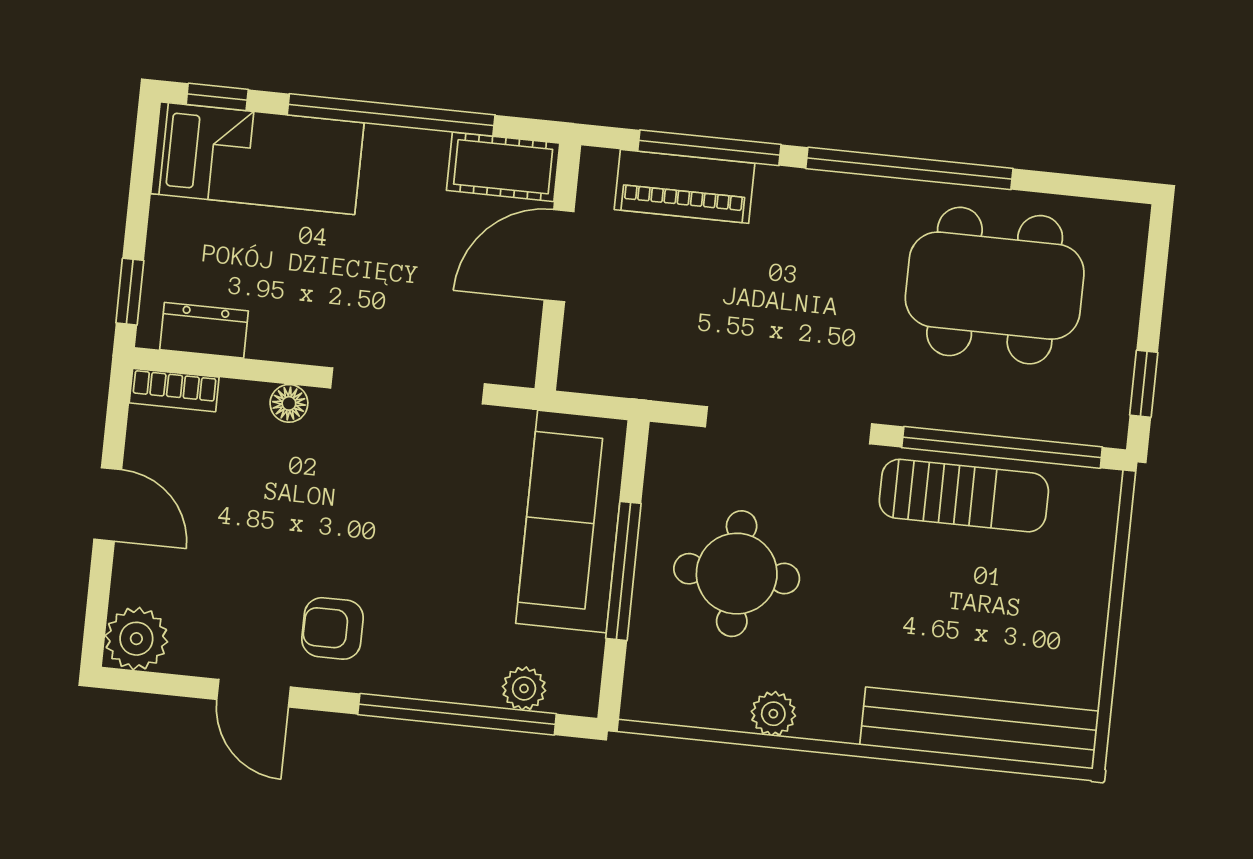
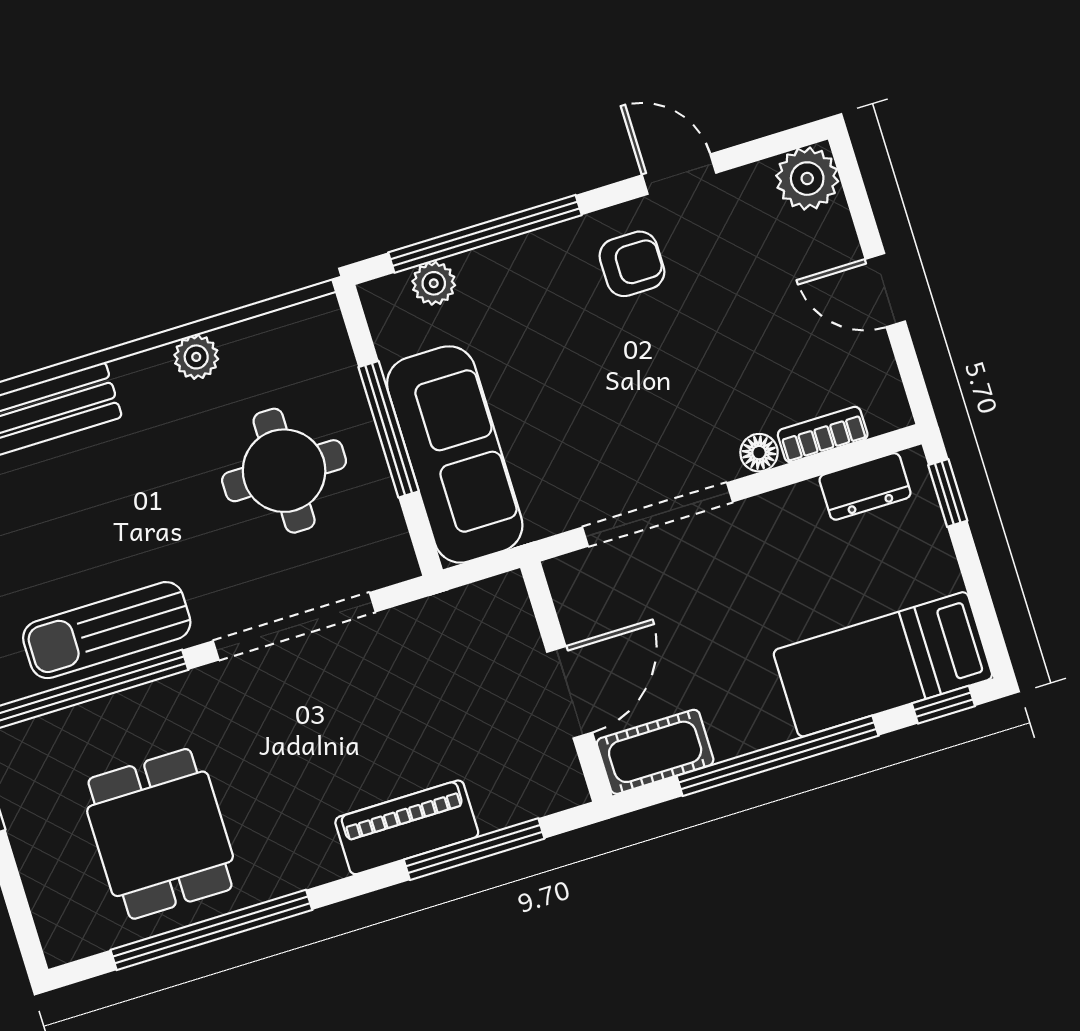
window: (909, 168) -> (211, 930), moved
piano: (685, 186) -> (407, 827), moved
dining table: (995, 286) -> (160, 834), width x0.73
bookcase: (174, 390) -> (823, 435), moved

